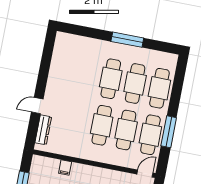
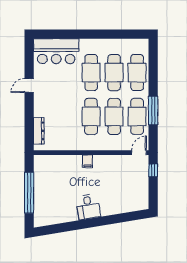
window: (127, 40) -> (99, 34), removed
bar counter: (78, 49) -> (56, 51), added
door: (37, 106) -> (29, 86), moved
filing cabinet: (65, 168) -> (87, 161), moved

